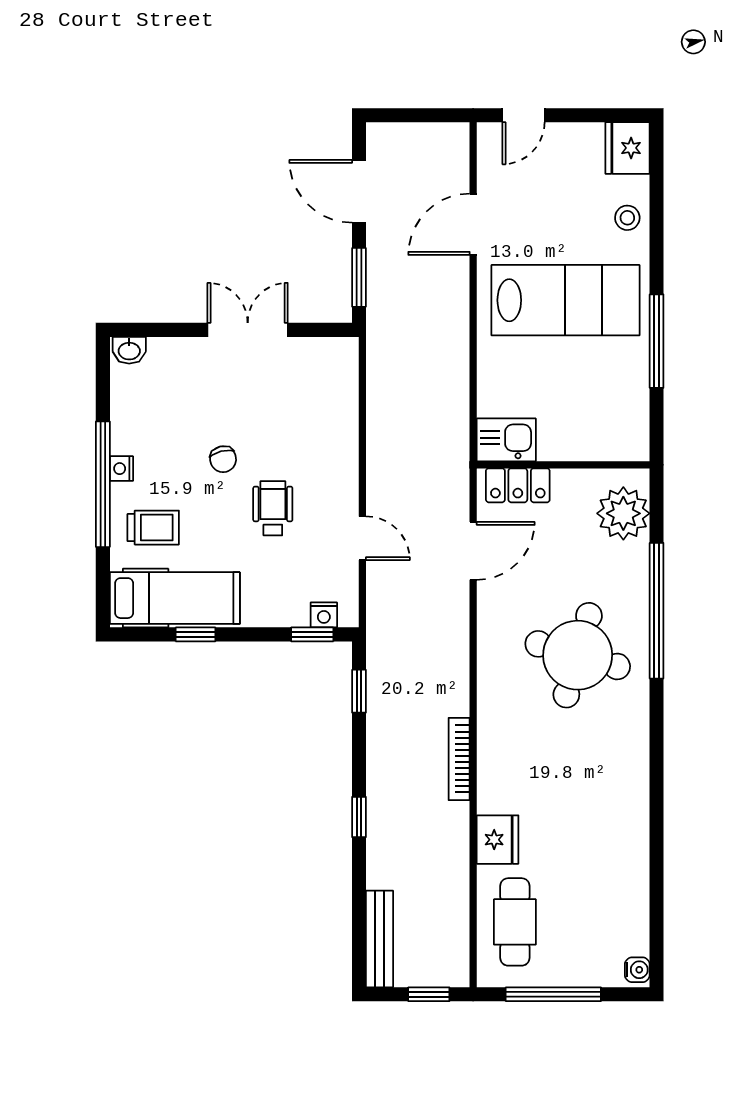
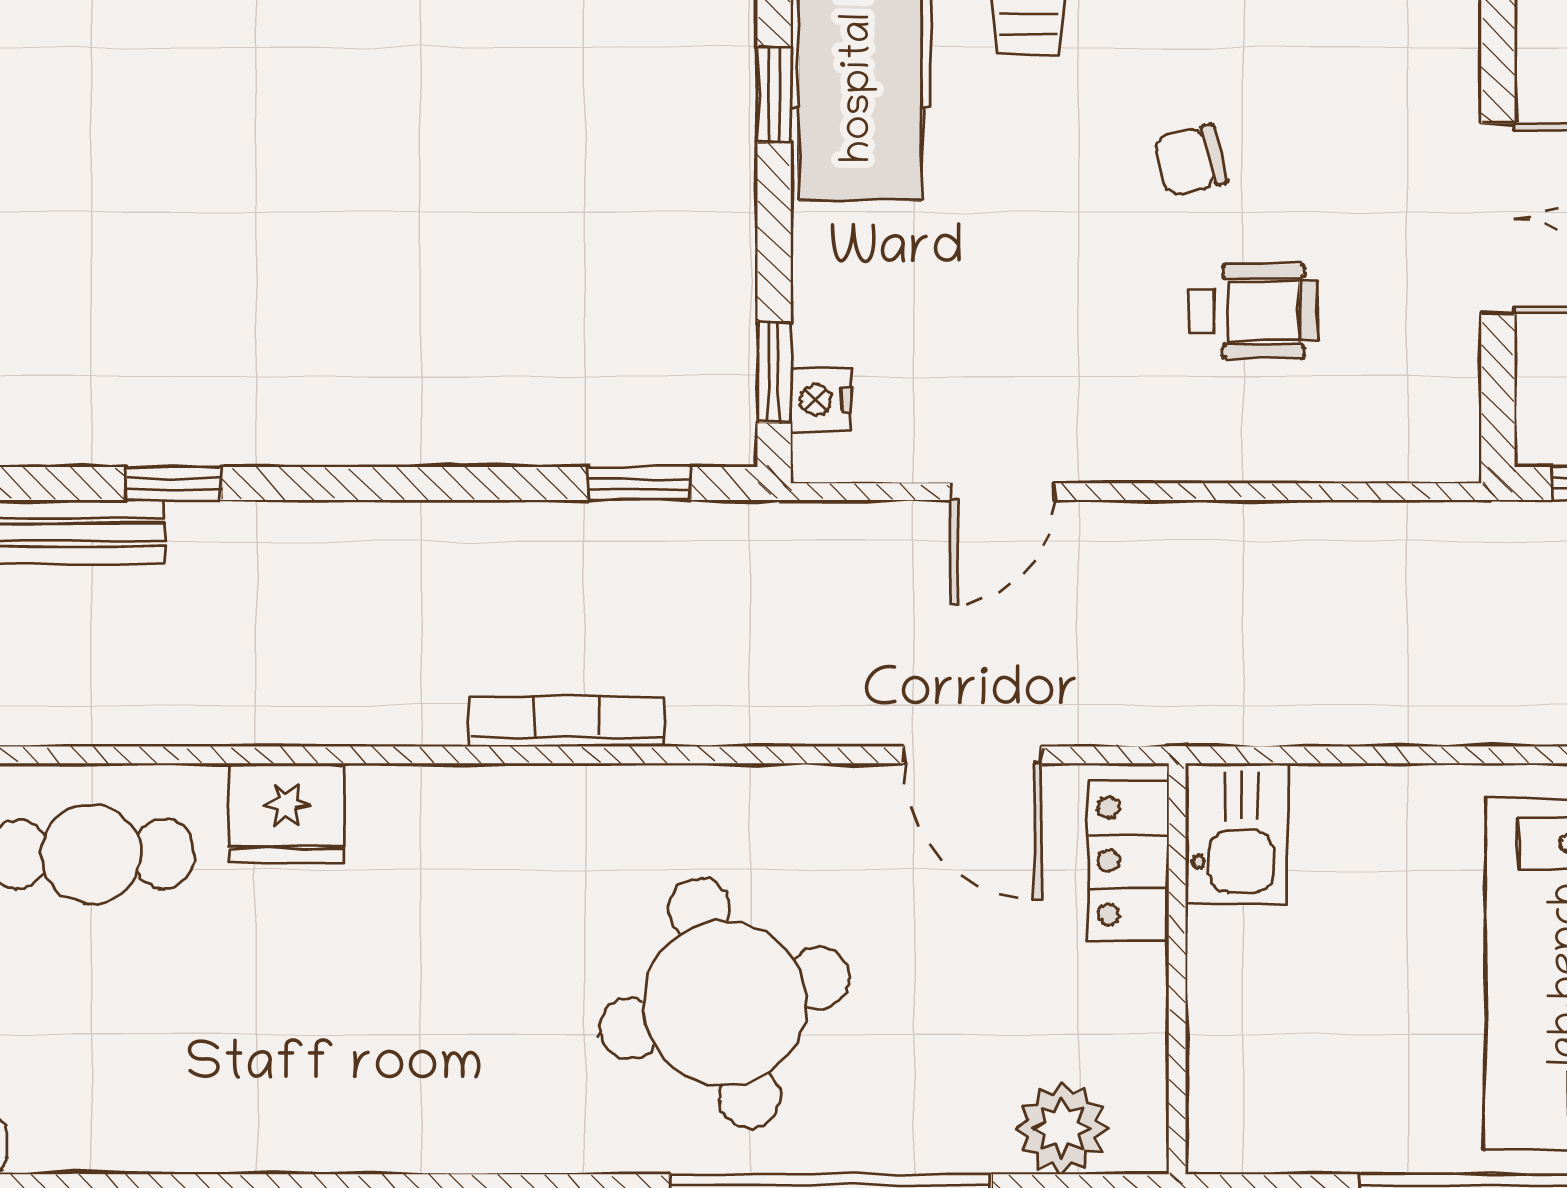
wheelchair: (273, 508) -> (1253, 311), moved
plant: (623, 513) -> (1062, 1128), width x0.73, depth x0.73
round table: (578, 655) -> (725, 1003), turned -31
bookcase: (459, 759) -> (567, 722), moved
window: (359, 817) -> (173, 483), moved

